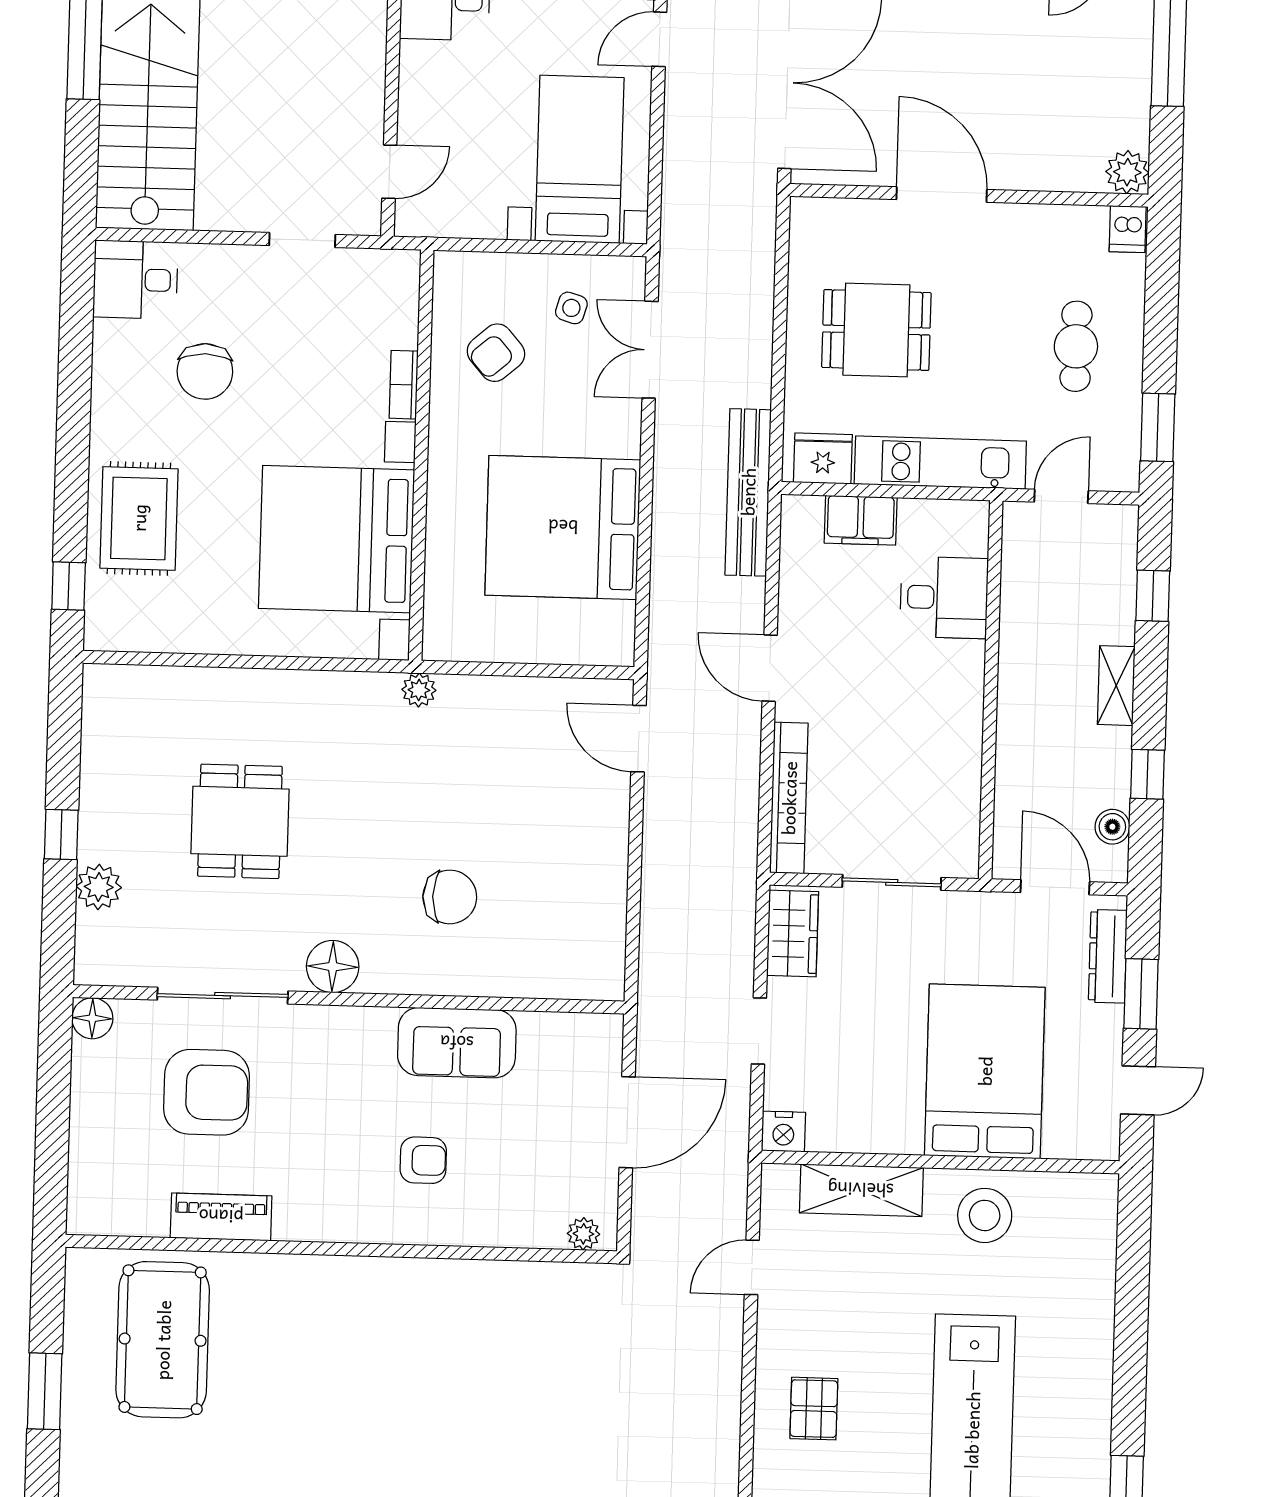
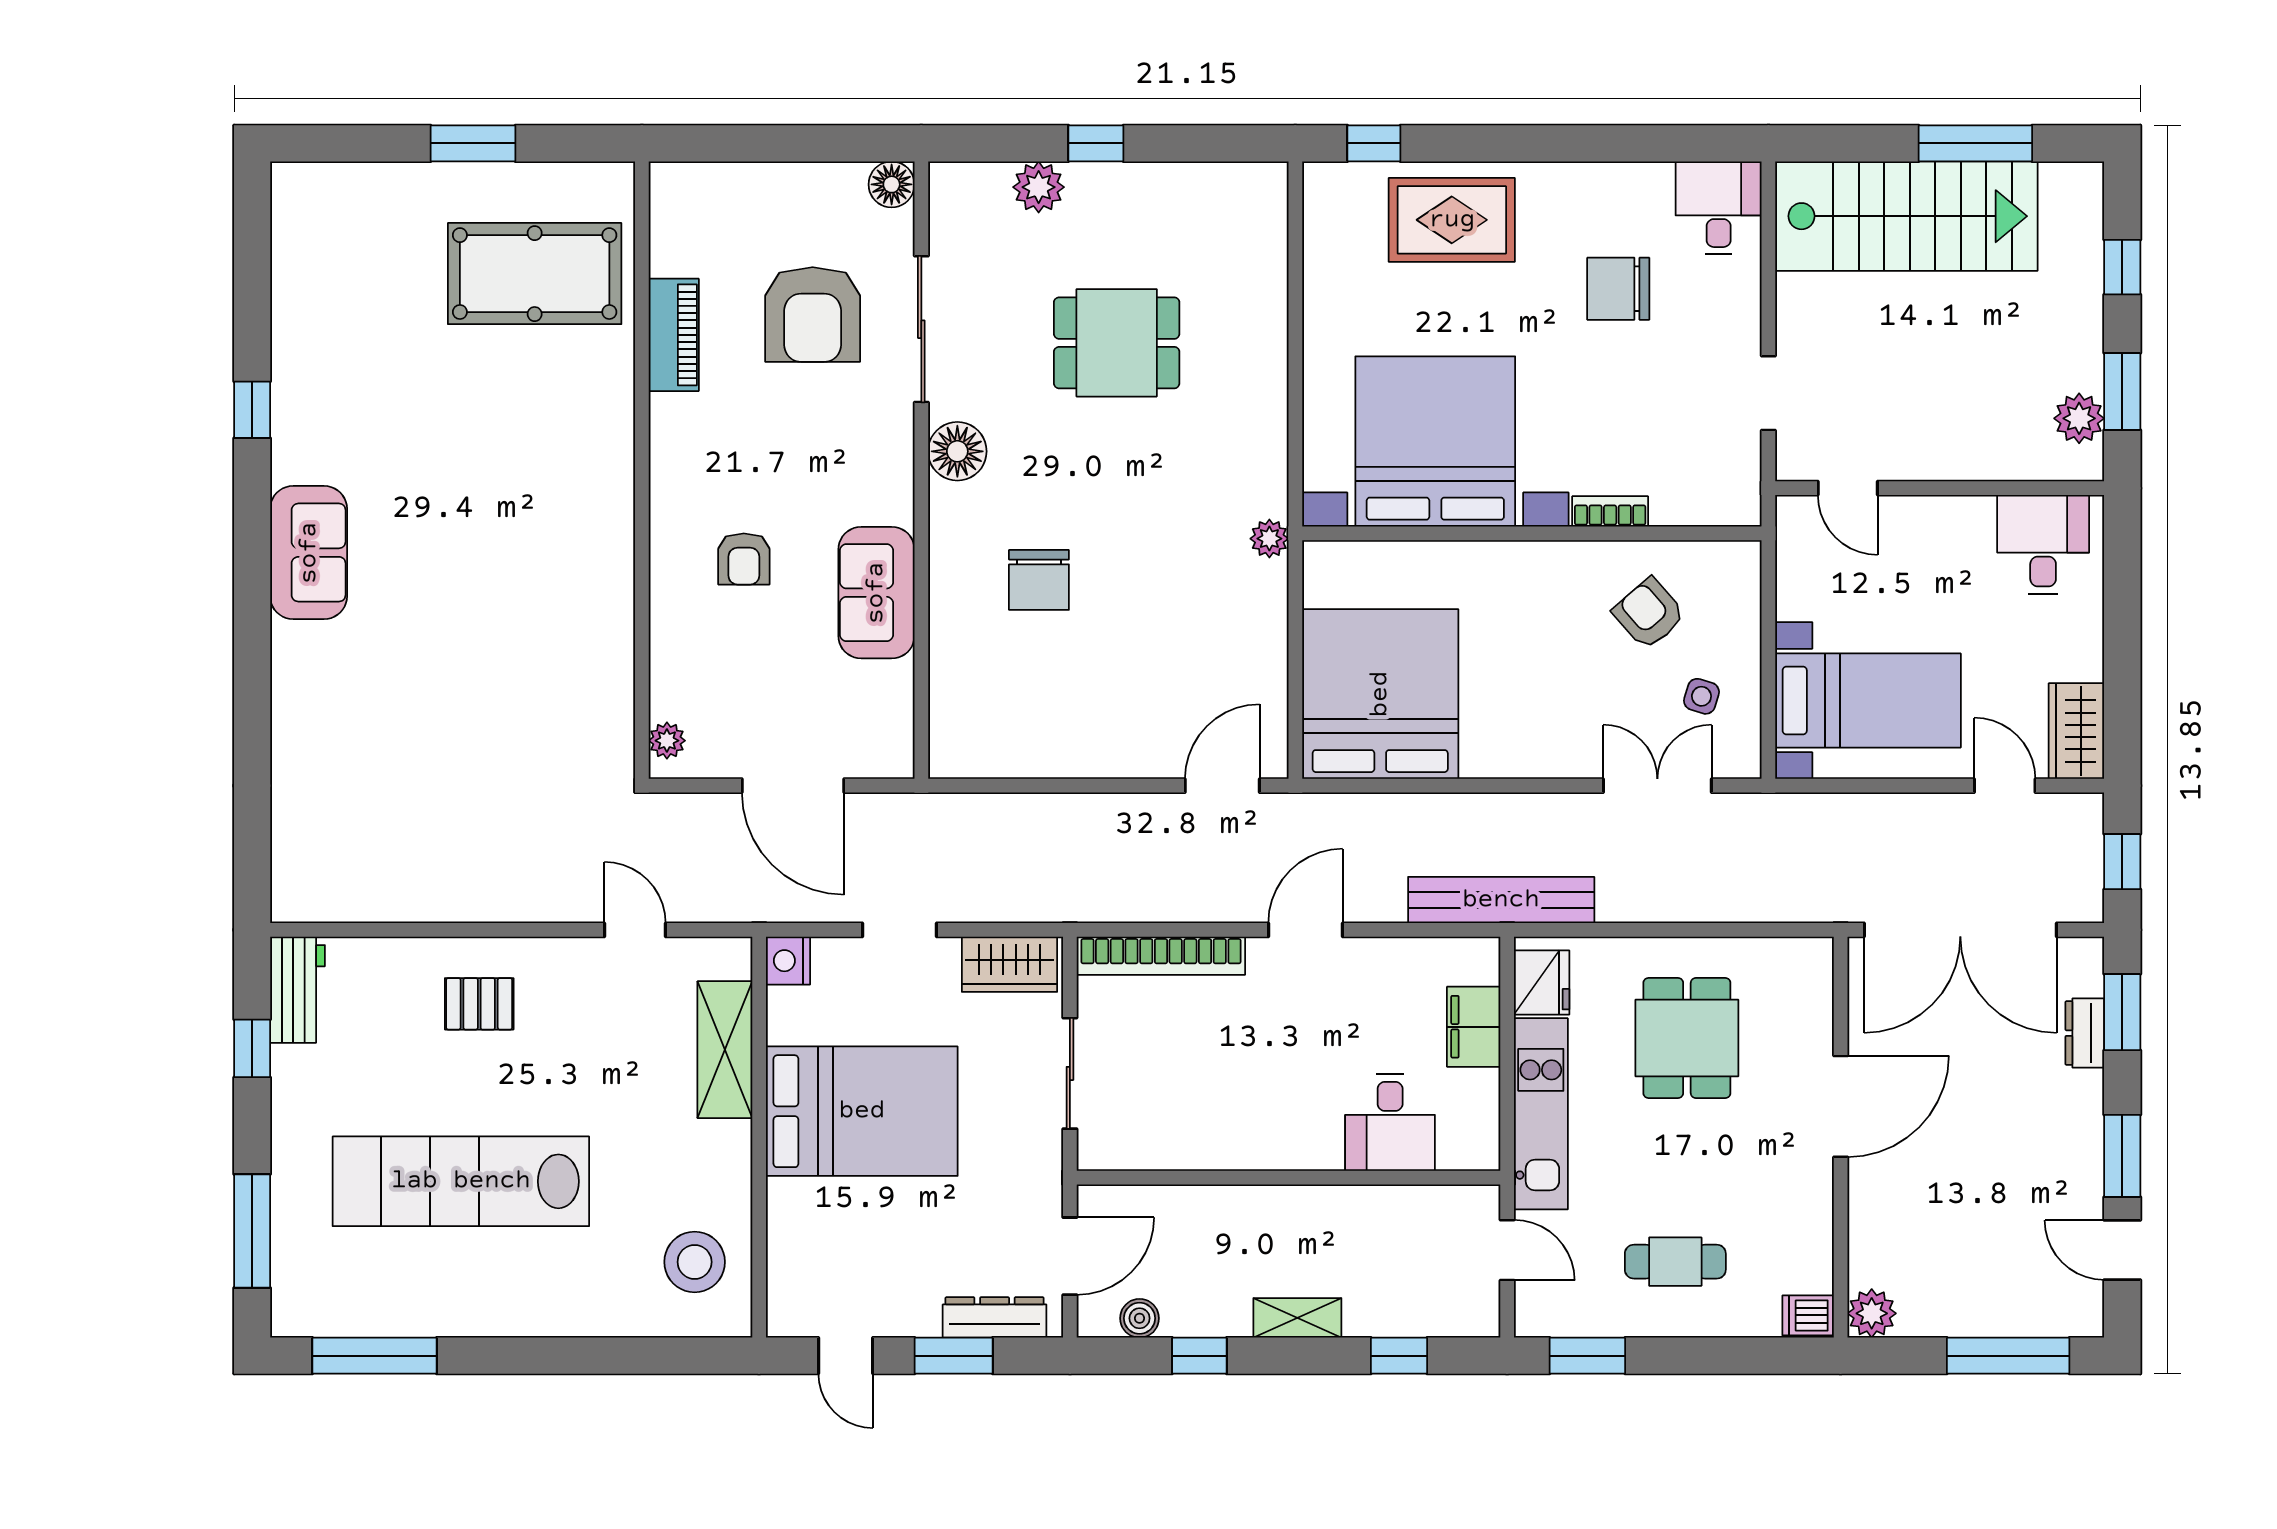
bed: (563, 527) -> (1380, 694), moved
bed: (985, 1071) -> (862, 1111), moved
stool: (985, 1215) -> (695, 1262), moved

